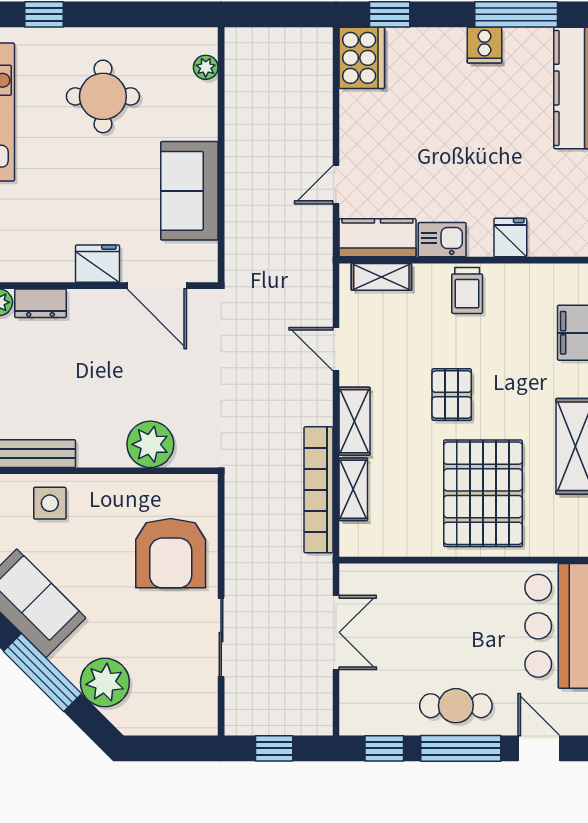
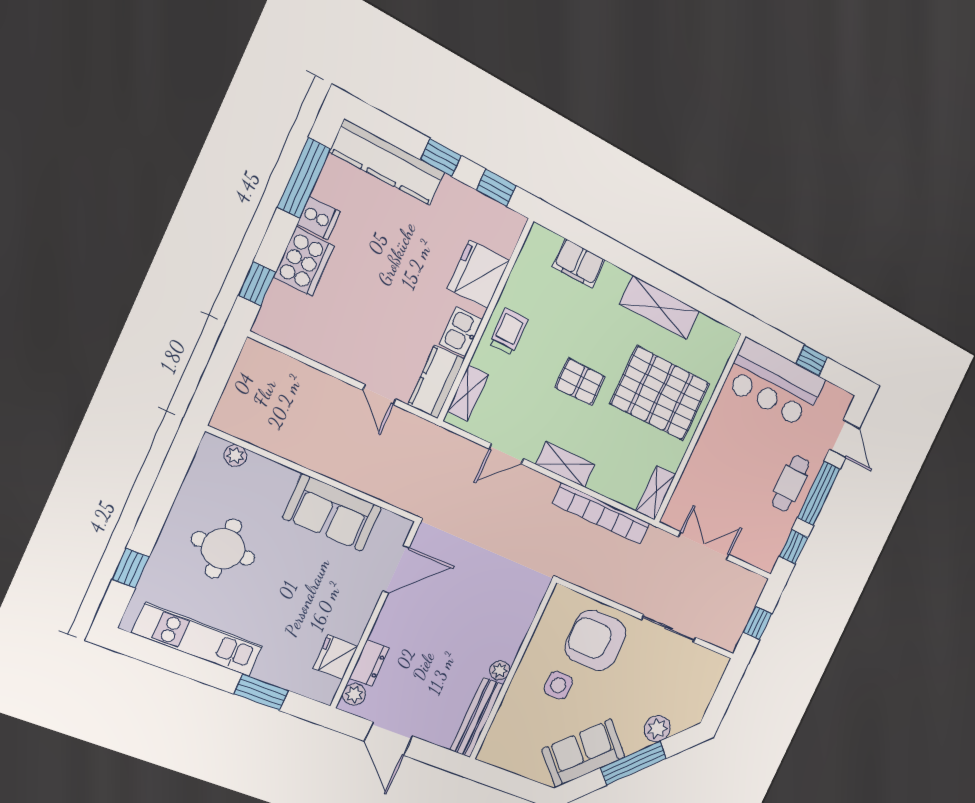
cooker: (362, 58) -> (304, 262), moved, turned 90
fridge: (510, 238) -> (479, 274), width x1.88, depth x1.34
fridge: (98, 264) -> (335, 657), moved
trolley: (467, 290) -> (509, 332), turned -90
plant: (150, 444) -> (500, 670), moved, width x0.53, depth x0.53
shelving: (353, 489) -> (656, 493), moved, turned 90
side table: (50, 503) -> (558, 685), moved
armchair: (171, 553) -> (596, 640), turned 180
plant: (105, 682) -> (657, 729), width x0.73, depth x0.73
door: (539, 748) -> (844, 439), swing flipped

